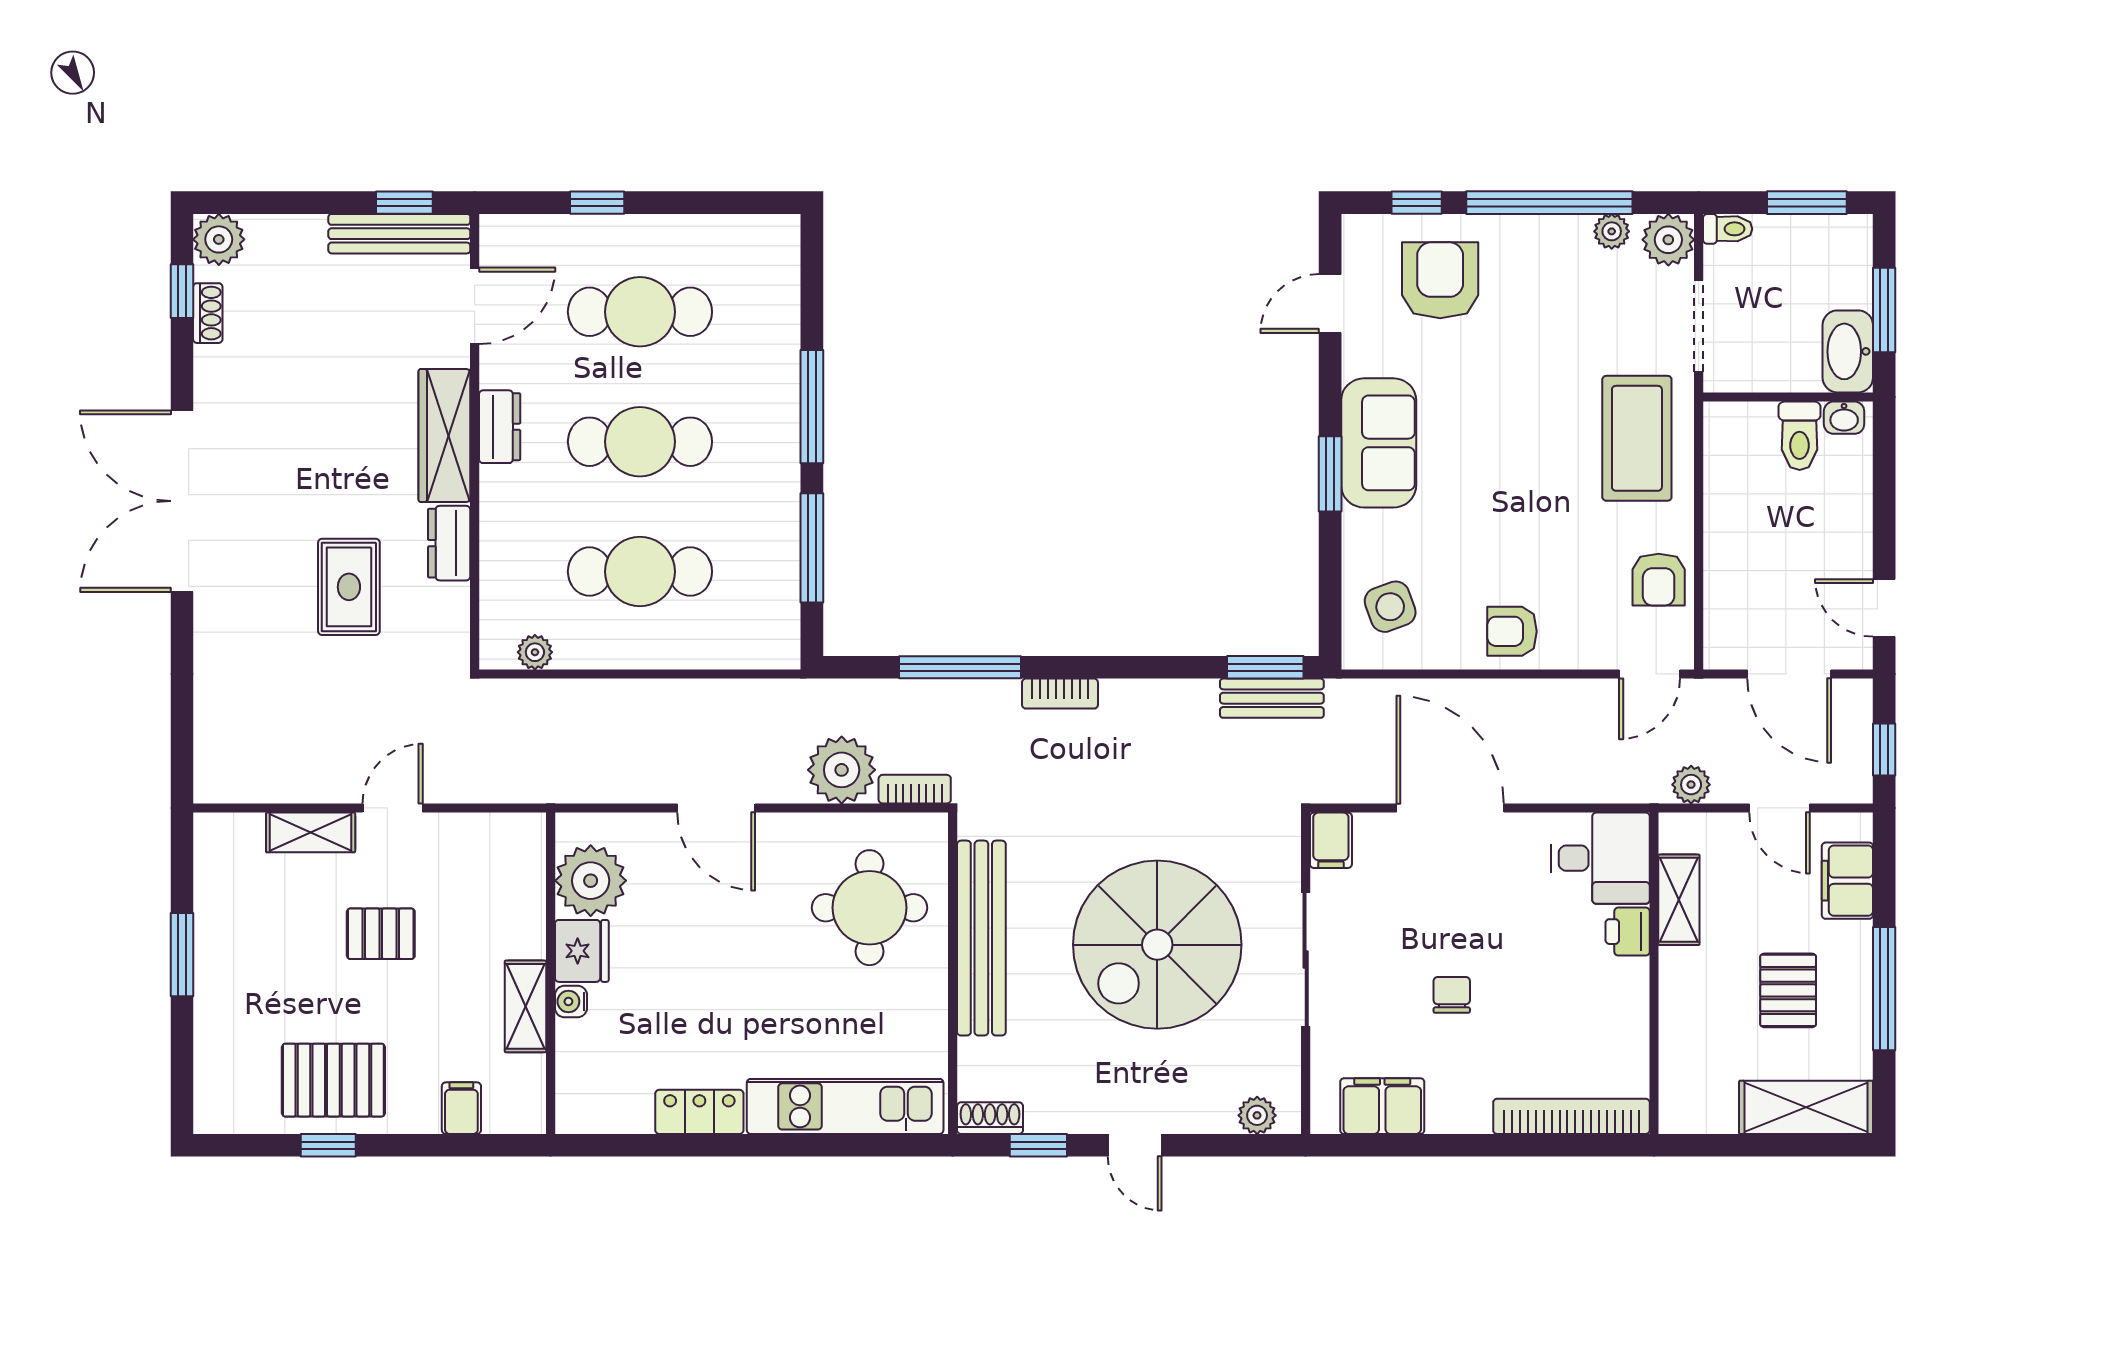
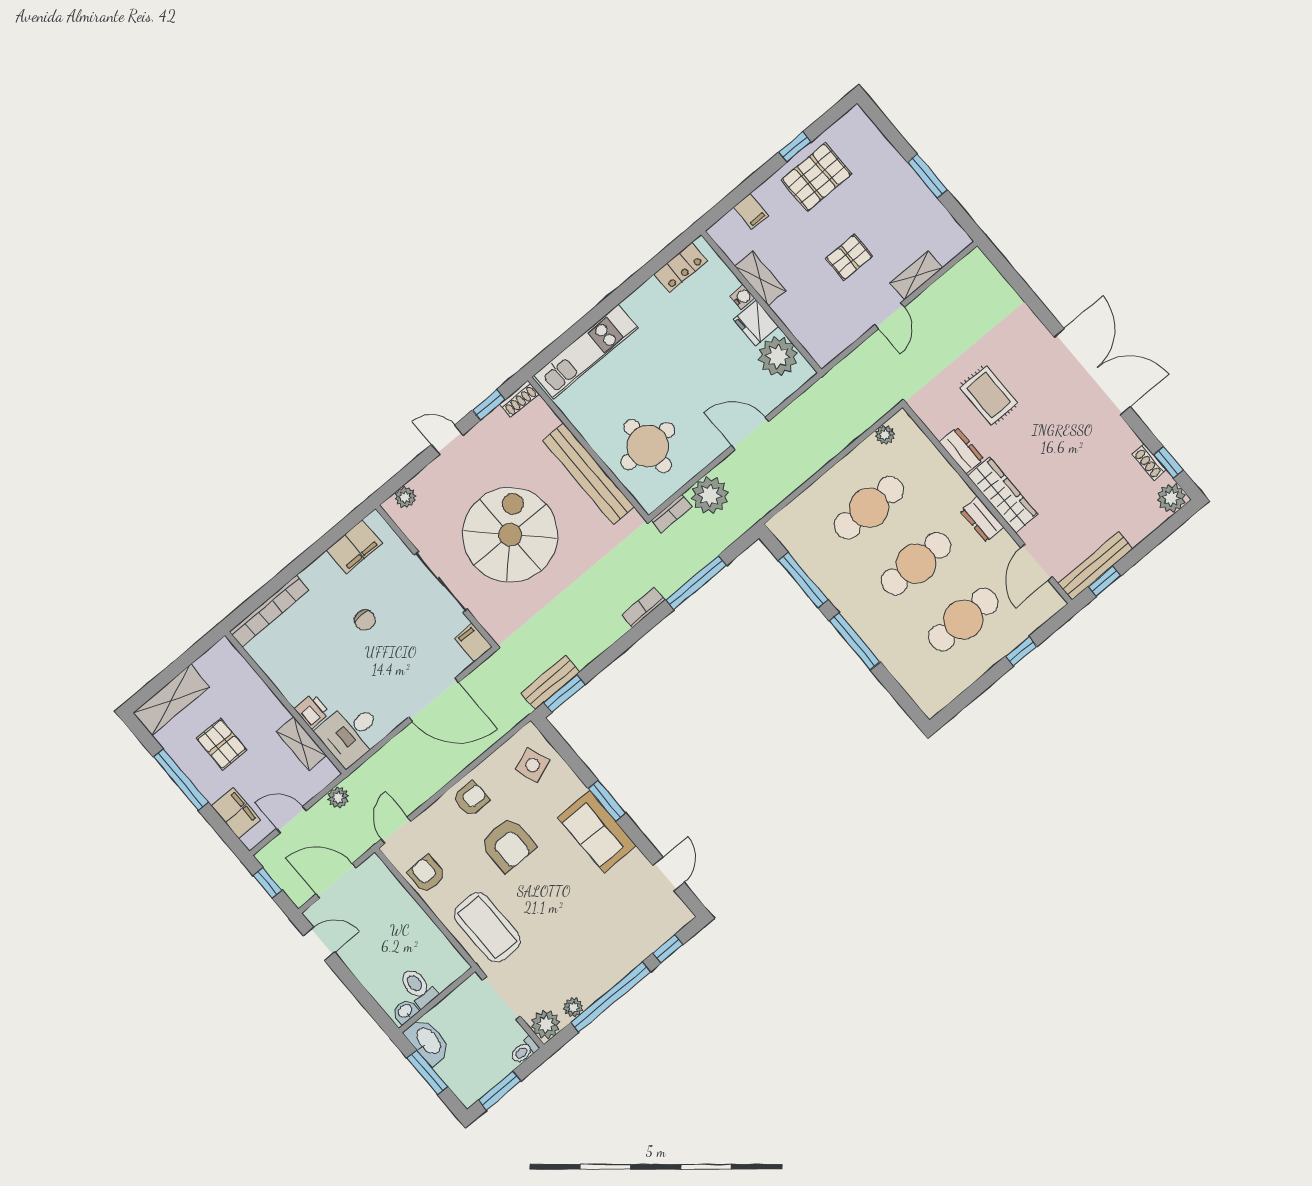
armchair: (1440, 280) -> (508, 845), moved
locker: (699, 1112) -> (681, 268), moved

